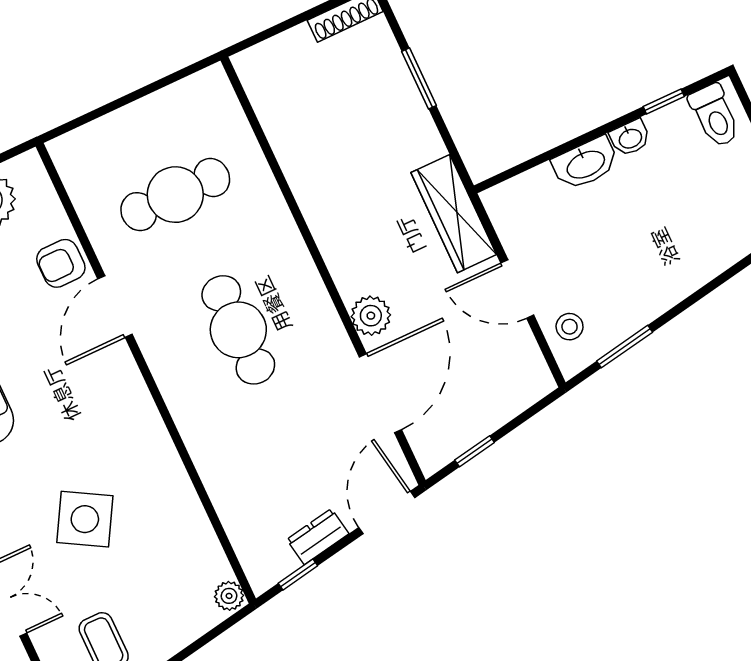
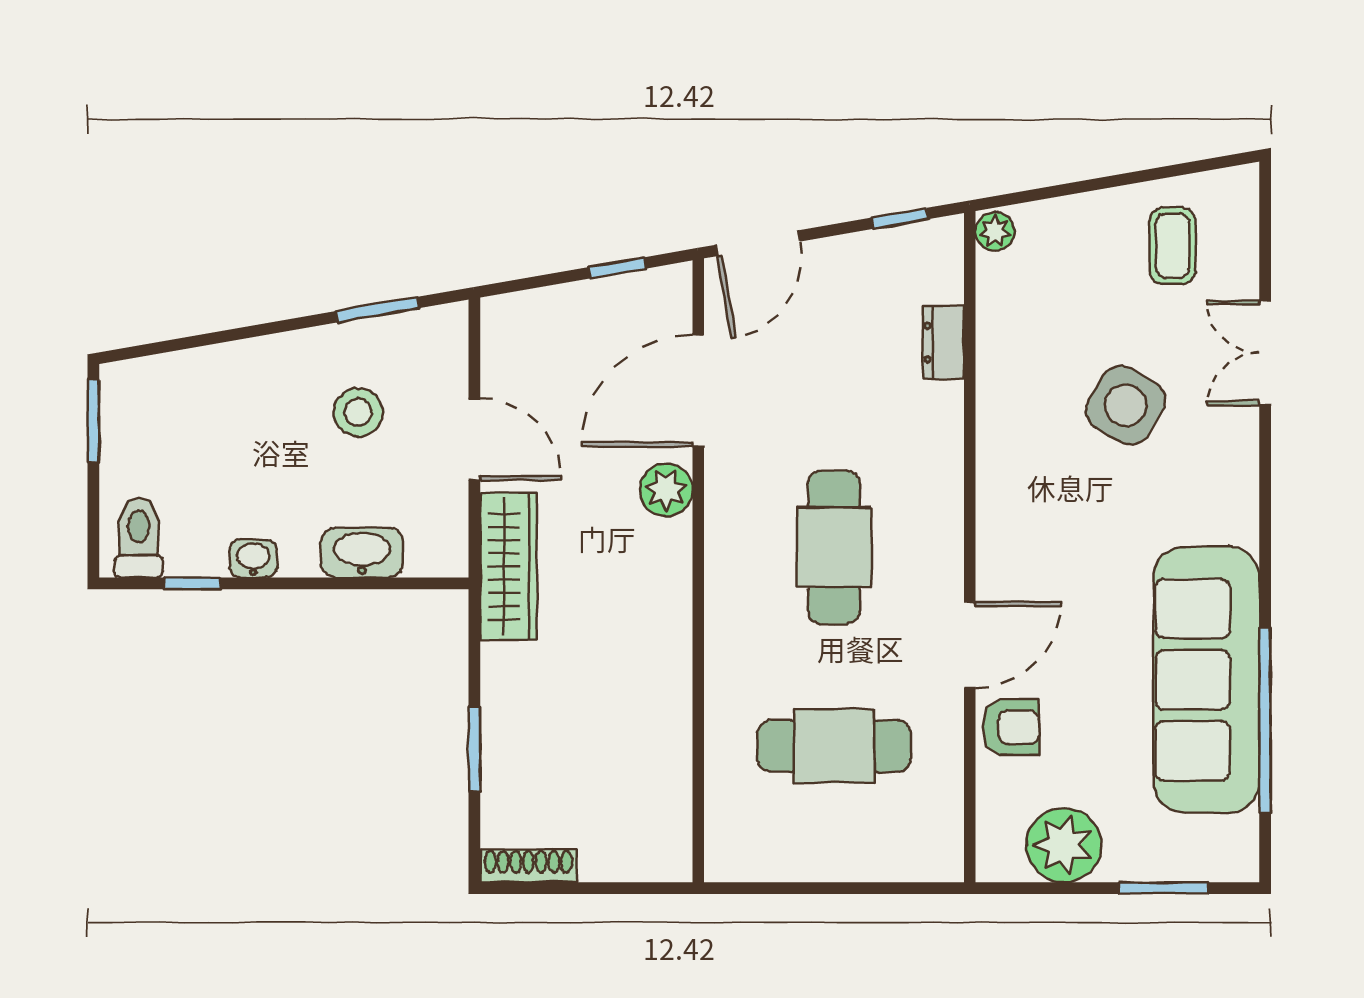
washbasin: (585, 164) -> (362, 553), moved
stool: (570, 327) -> (358, 412), moved, width x1.37, depth x1.37
dresser: (318, 537) -> (944, 343), moved, turned 100

